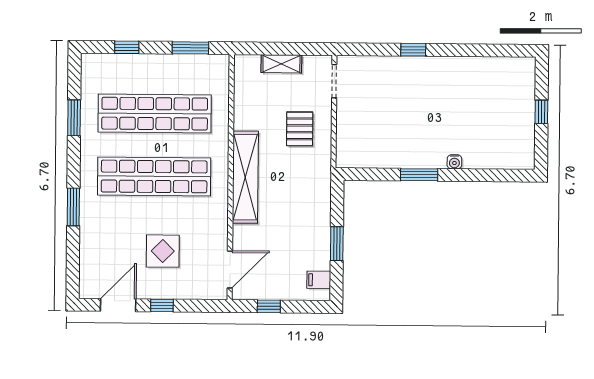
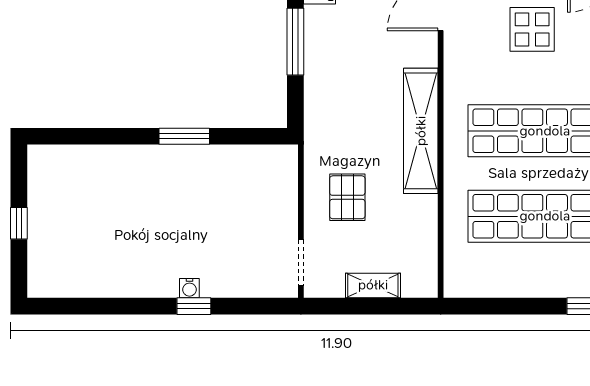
window: (190, 48) -> (497, 306), removed
water cooler: (454, 162) -> (189, 288), moved, turned 180
window: (337, 244) -> (295, 42), width x1.44

